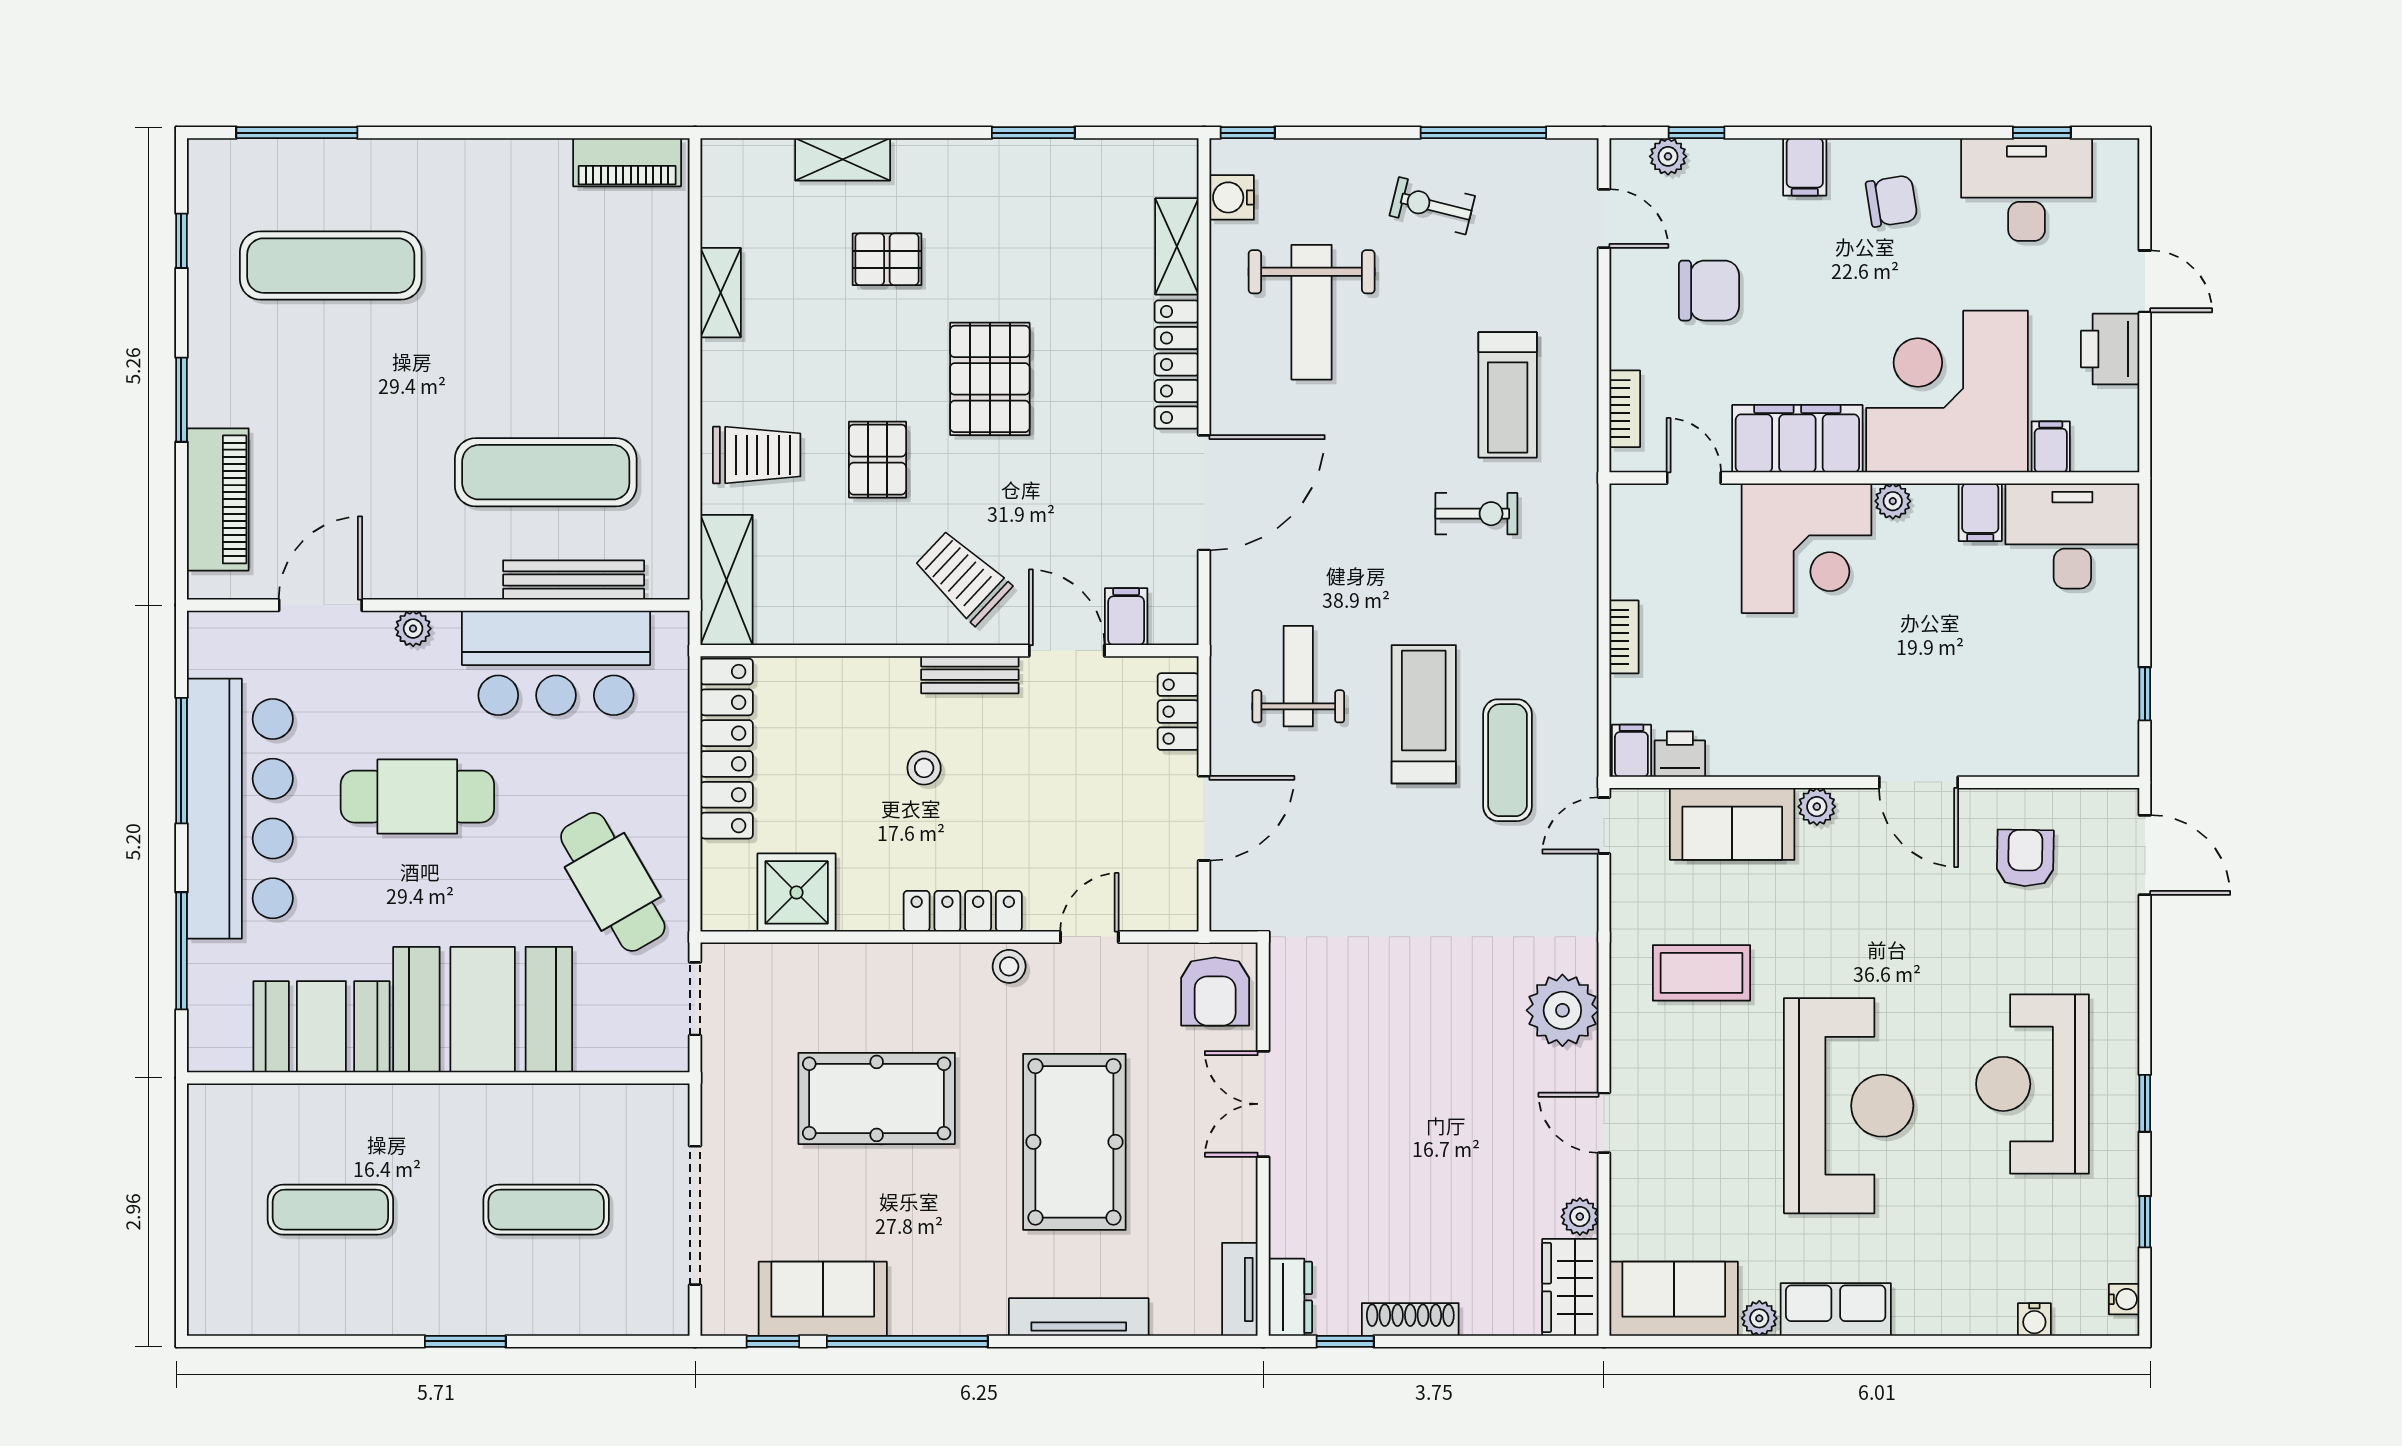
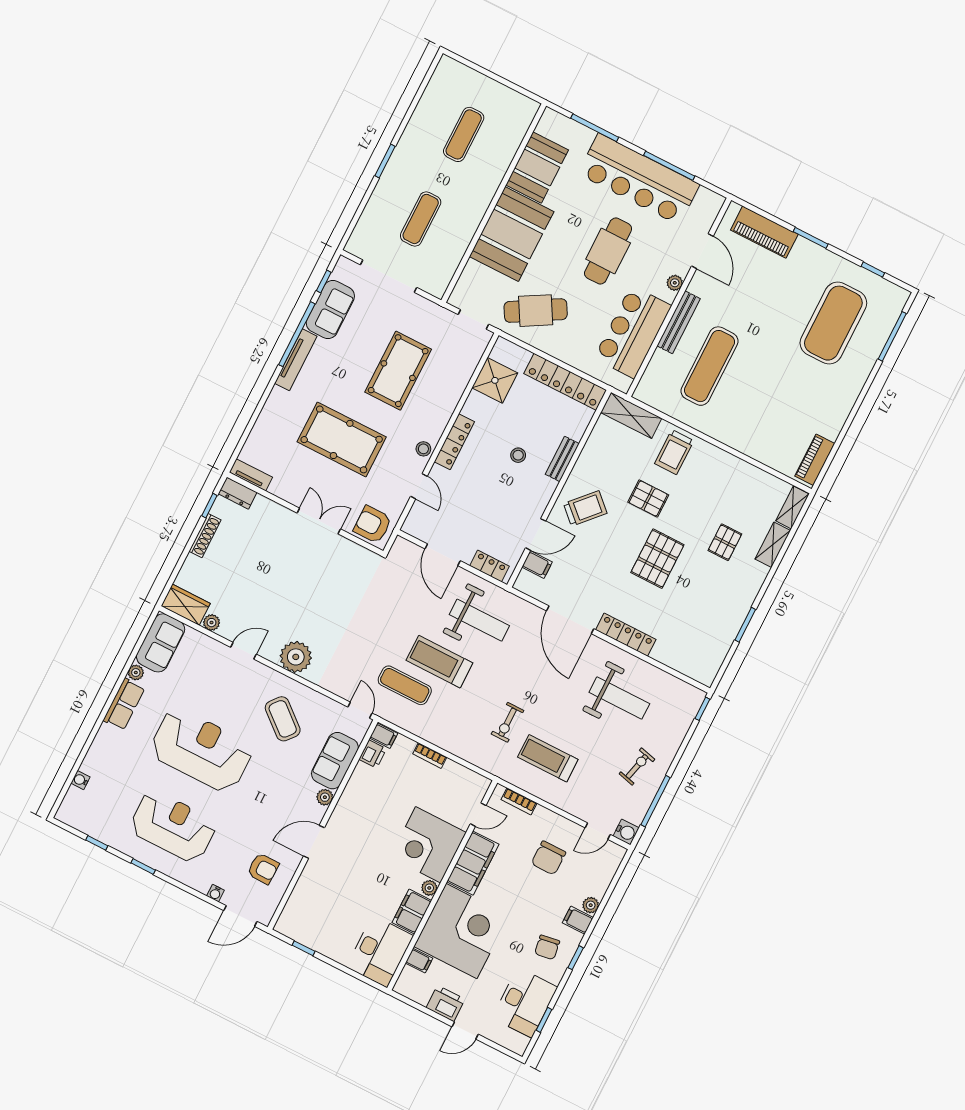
window: (1697, 133) -> (576, 958), moved
plant: (1668, 156) -> (591, 905), moved
water cooler: (1232, 197) -> (626, 832), moved, turned 90
shelving: (1177, 246) -> (672, 658), removed
exercise mat: (331, 266) -> (833, 323), width x1.47
shelving: (721, 293) -> (792, 507), moved, turned 90
weight bench: (1312, 312) -> (619, 698), turned 180
pallet: (990, 379) -> (657, 559), turned 90
filing cabinet: (1980, 512) -> (412, 912), width x2.00
bench: (574, 580) -> (679, 322), moved
bench: (970, 675) -> (562, 459), moved
weight bench: (1298, 676) -> (479, 620), width x1.36, depth x1.33
treadmill: (1424, 714) -> (439, 662), turned 180
coffee table: (1702, 973) -> (283, 719), turned -50
reception desk: (1849, 1106) -> (201, 750), turned 180
water cooler: (2124, 1299) -> (215, 893), moved
tv unit: (1079, 1317) -> (296, 360), moved

